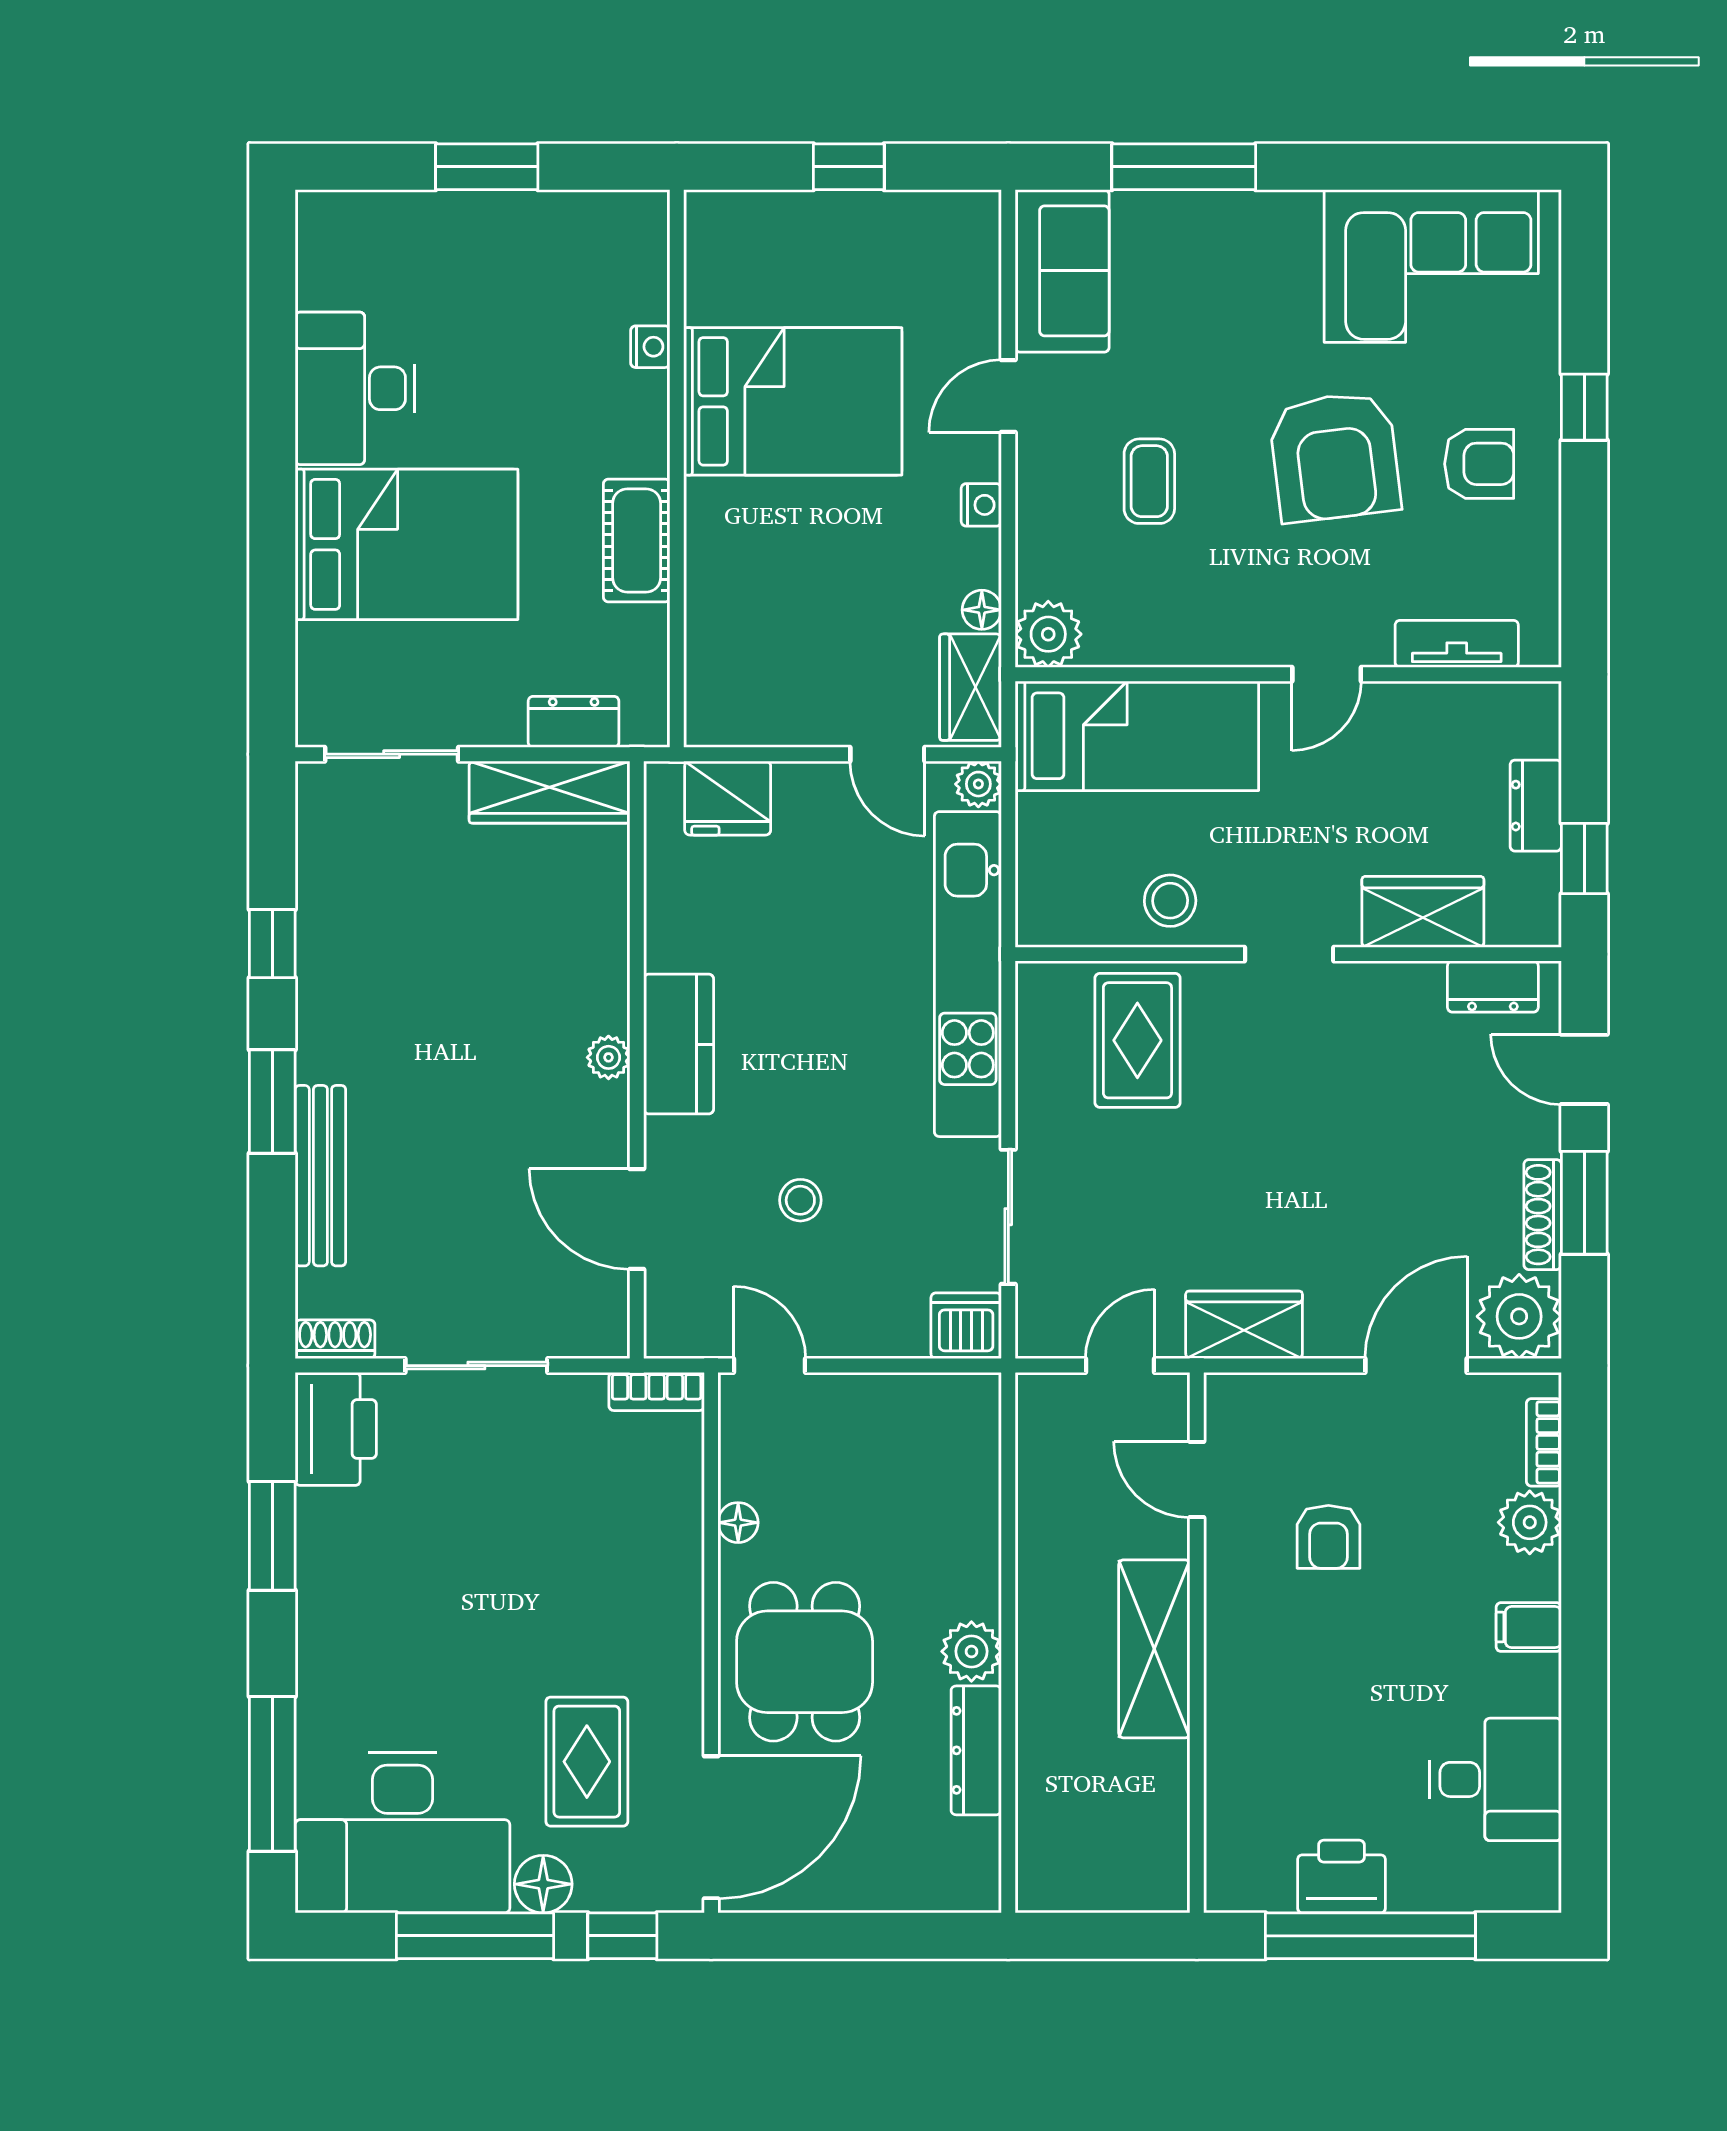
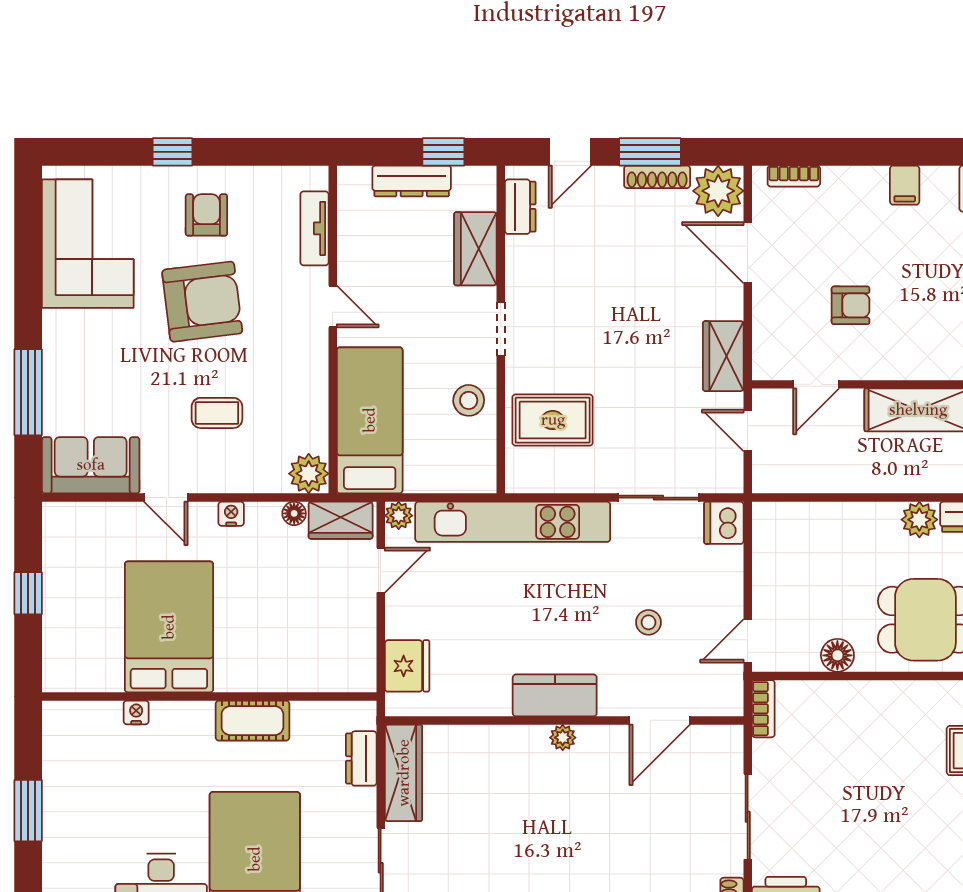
dresser: (1536, 806) -> (412, 181), width x1.44
plant: (1530, 1522) -> (842, 185), removed
floor lamp: (738, 1523) -> (837, 655), width x1.37, depth x1.37

